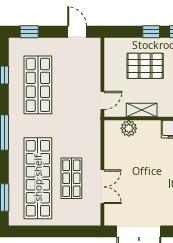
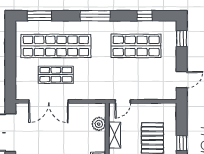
door: (102, 100) -> (123, 101), hinge flipped
double door: (102, 187) -> (49, 101), width x1.37

